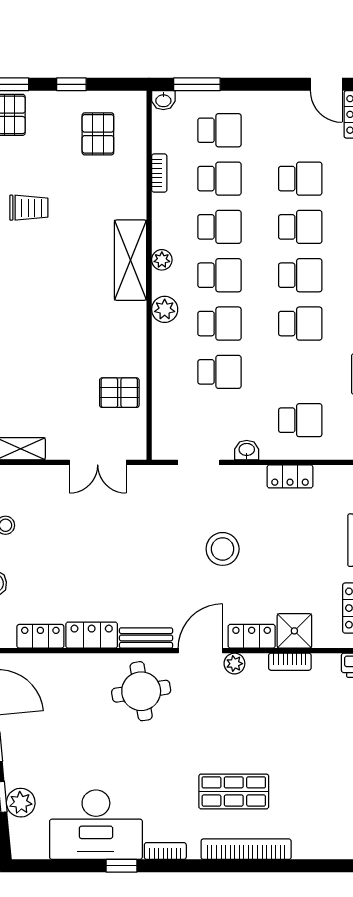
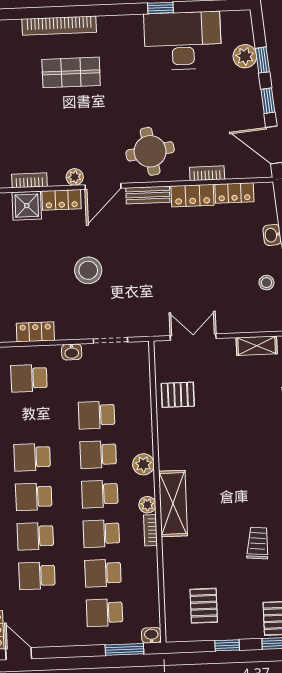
bookcase: (159, 173) -> (151, 530), moved
trolley: (29, 208) -> (258, 543), turned 95
bookcase: (165, 851) -> (207, 173), moved, turned 180

